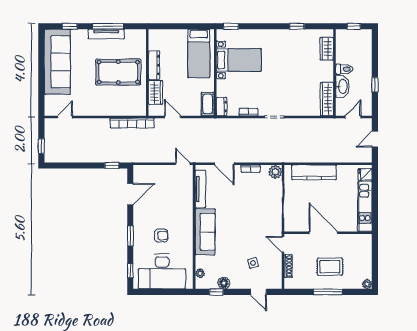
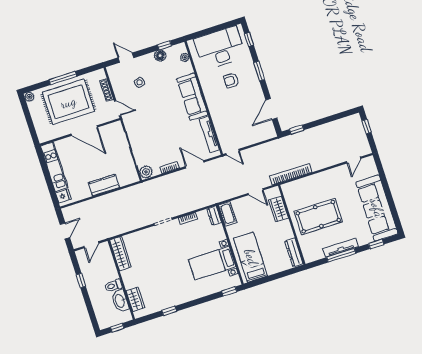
dresser: (154, 65) -> (294, 252), moved
washbasin: (342, 86) -> (120, 301), moved
kitchen counter: (314, 172) -> (104, 185), width x0.67
rug: (330, 267) -> (68, 102), width x1.86, depth x2.06

